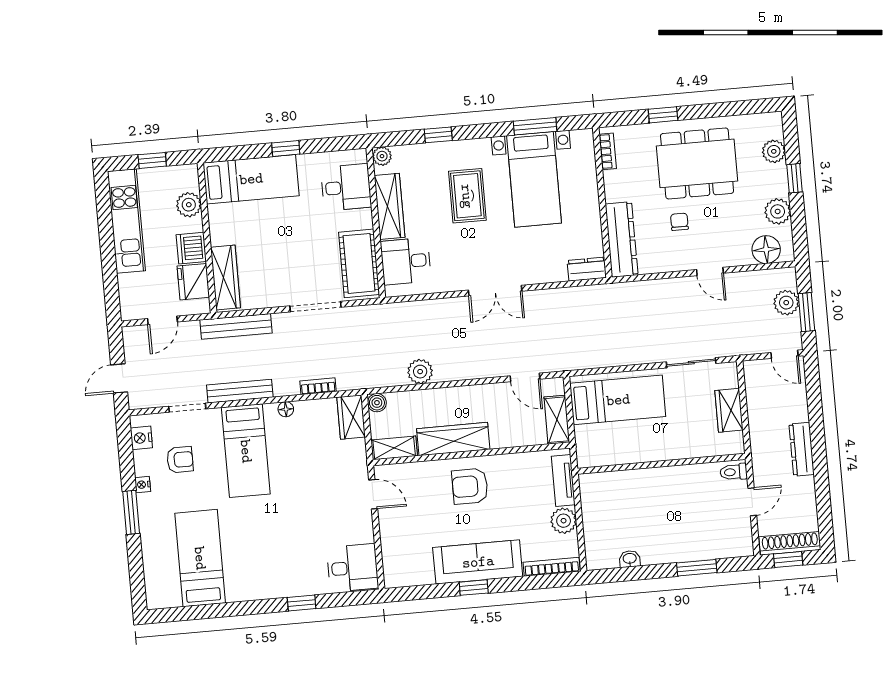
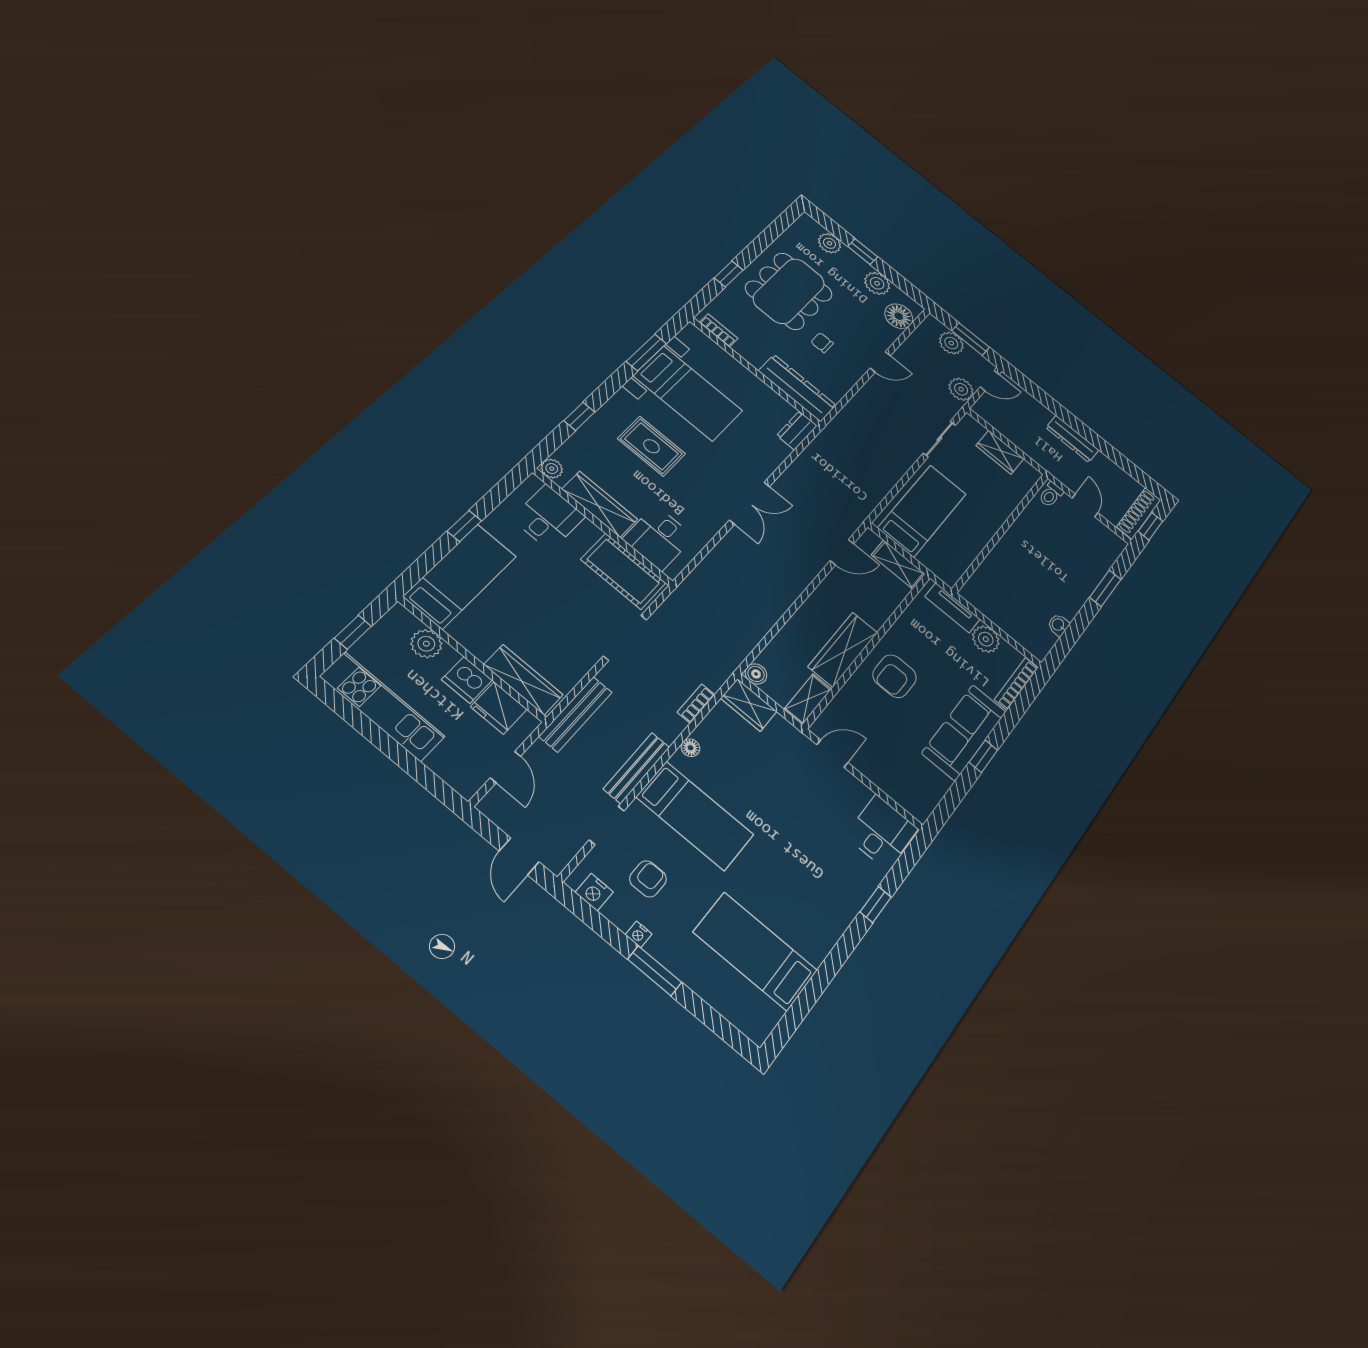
plant: (420, 372) -> (961, 389), moved

